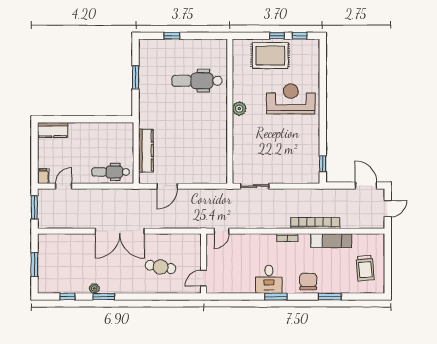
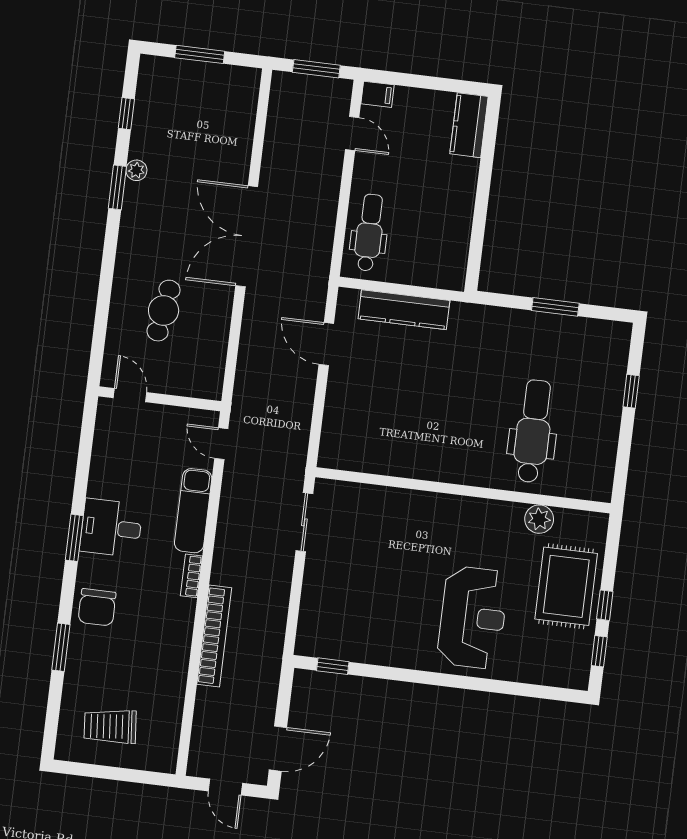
plant: (239, 109) -> (539, 519), moved
exam couch: (331, 241) -> (193, 511), moved
chair: (308, 281) -> (97, 607), turned 90

